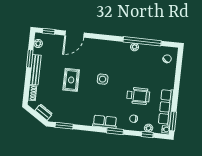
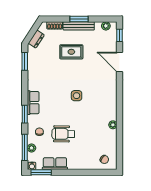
window: (142, 41) -> (120, 132), removed
window: (30, 59) -> (79, 19), moved
rug: (71, 80) -> (71, 52), moved
wheelchair: (138, 96) -> (63, 134), turned 91
row of seats: (166, 107) -> (55, 164), width x0.68
window: (147, 135) -> (25, 147), width x2.17

